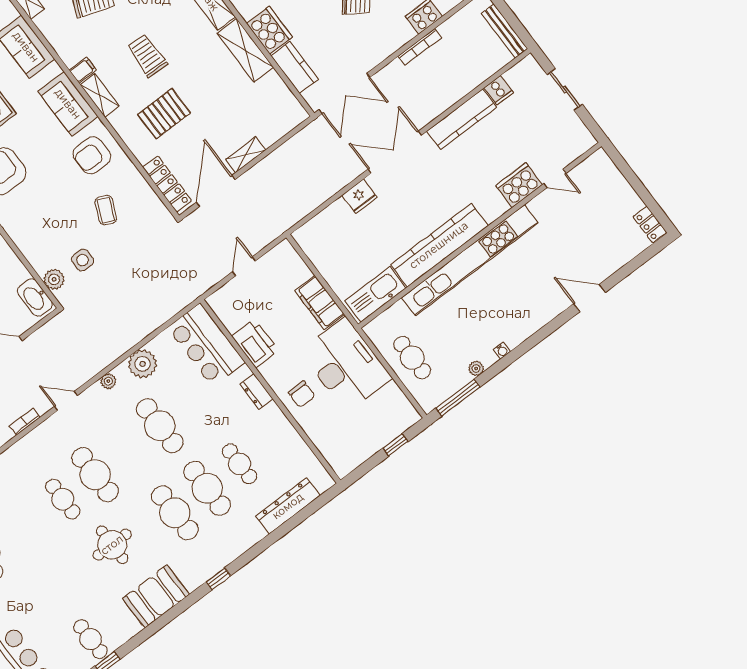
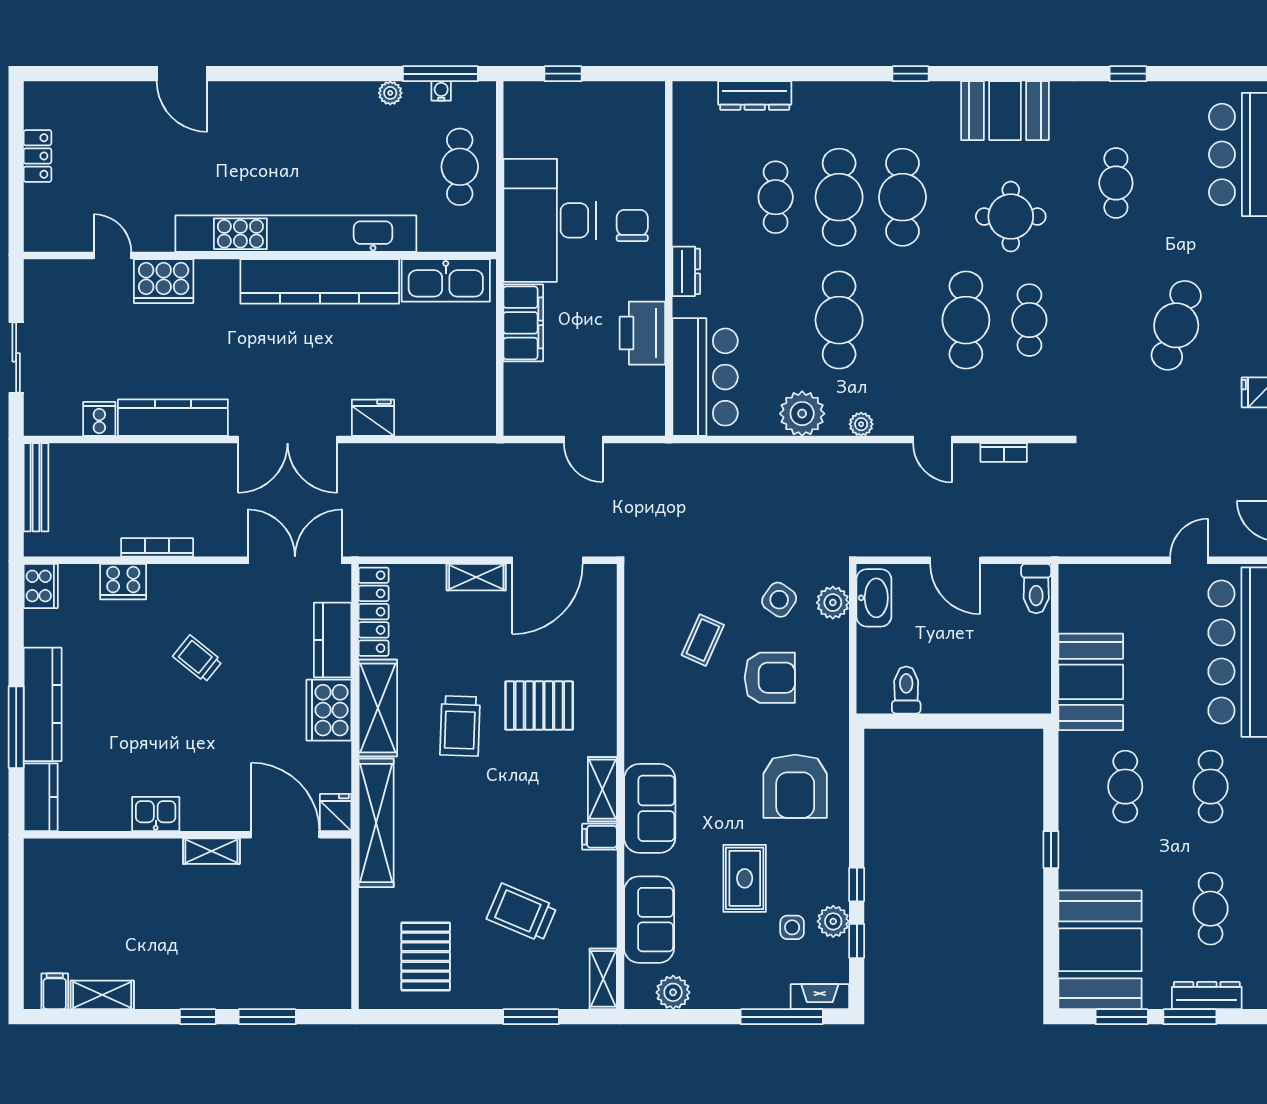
trolley: (147, 56) -> (460, 726), moved
armchair: (92, 155) -> (770, 678), moved
locker: (167, 184) -> (374, 612), moved, turned 180
locker: (650, 225) -> (38, 156), moved
side table: (83, 260) -> (779, 600), turned 35
door: (244, 266) -> (583, 440), hinge flipped
water cooler: (502, 350) -> (441, 91), moved
dresser: (288, 506) -> (755, 96), width x0.73, depth x0.80
cafe table: (90, 639) -> (1116, 183), moved

